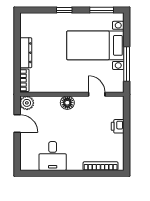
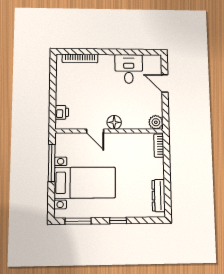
dresser: (26, 53) -> (159, 196), moved
door: (97, 94) -> (95, 131), moved
door: (17, 123) -> (165, 83), moved
printer: (118, 126) -> (62, 112), moved

